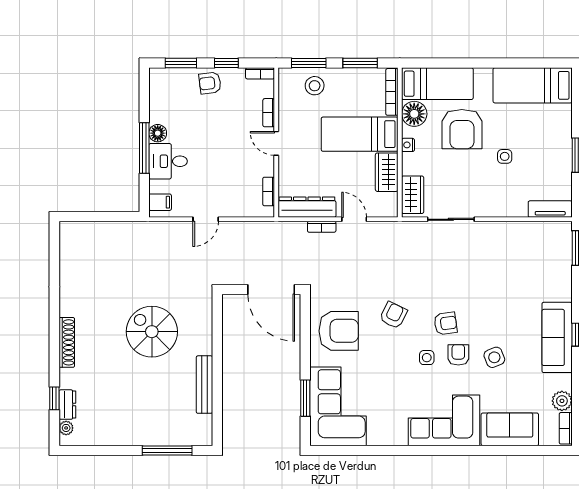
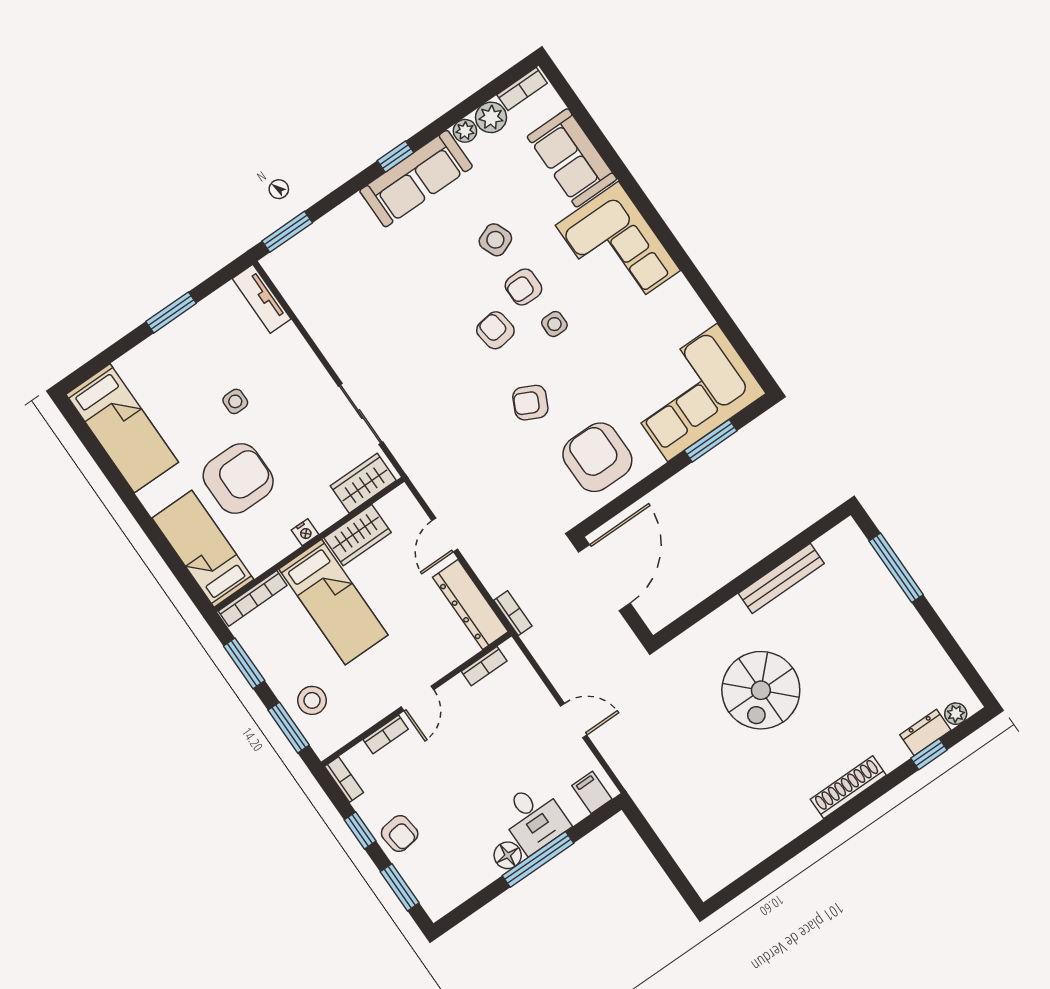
floor lamp: (414, 114) -> (261, 551), removed
bookcase: (322, 227) -> (513, 613), moved
plant: (564, 382) -> (465, 131), added

